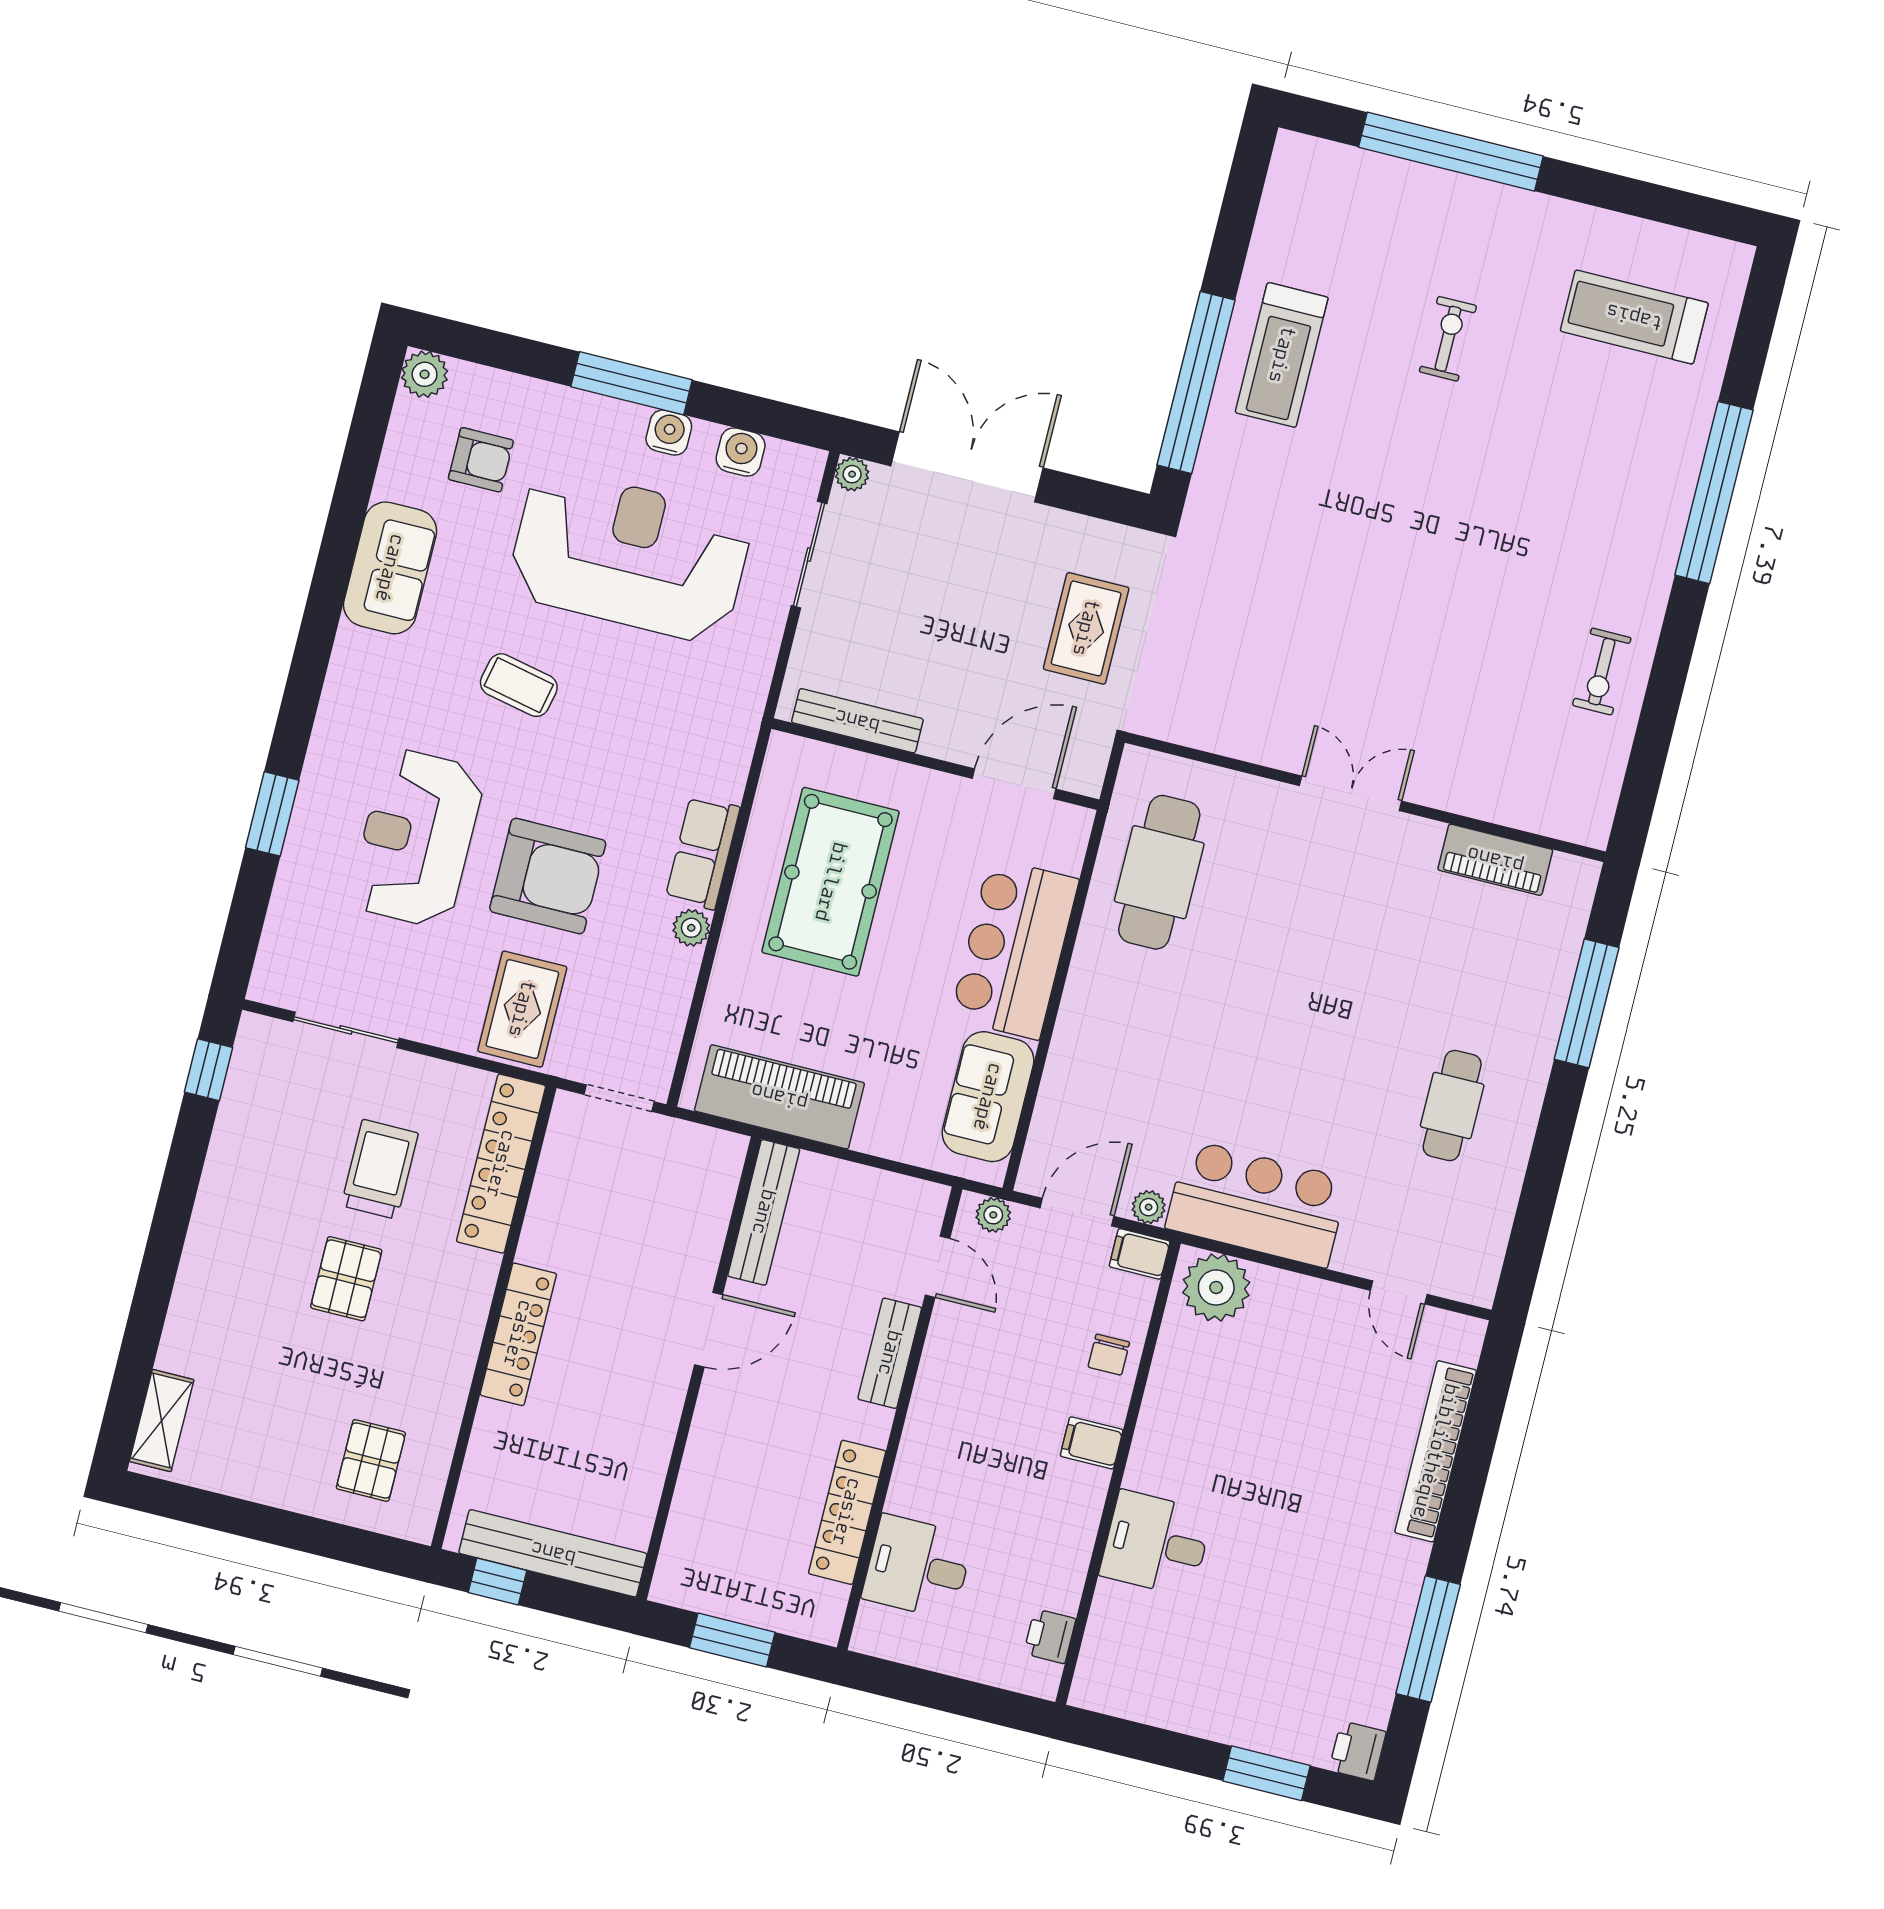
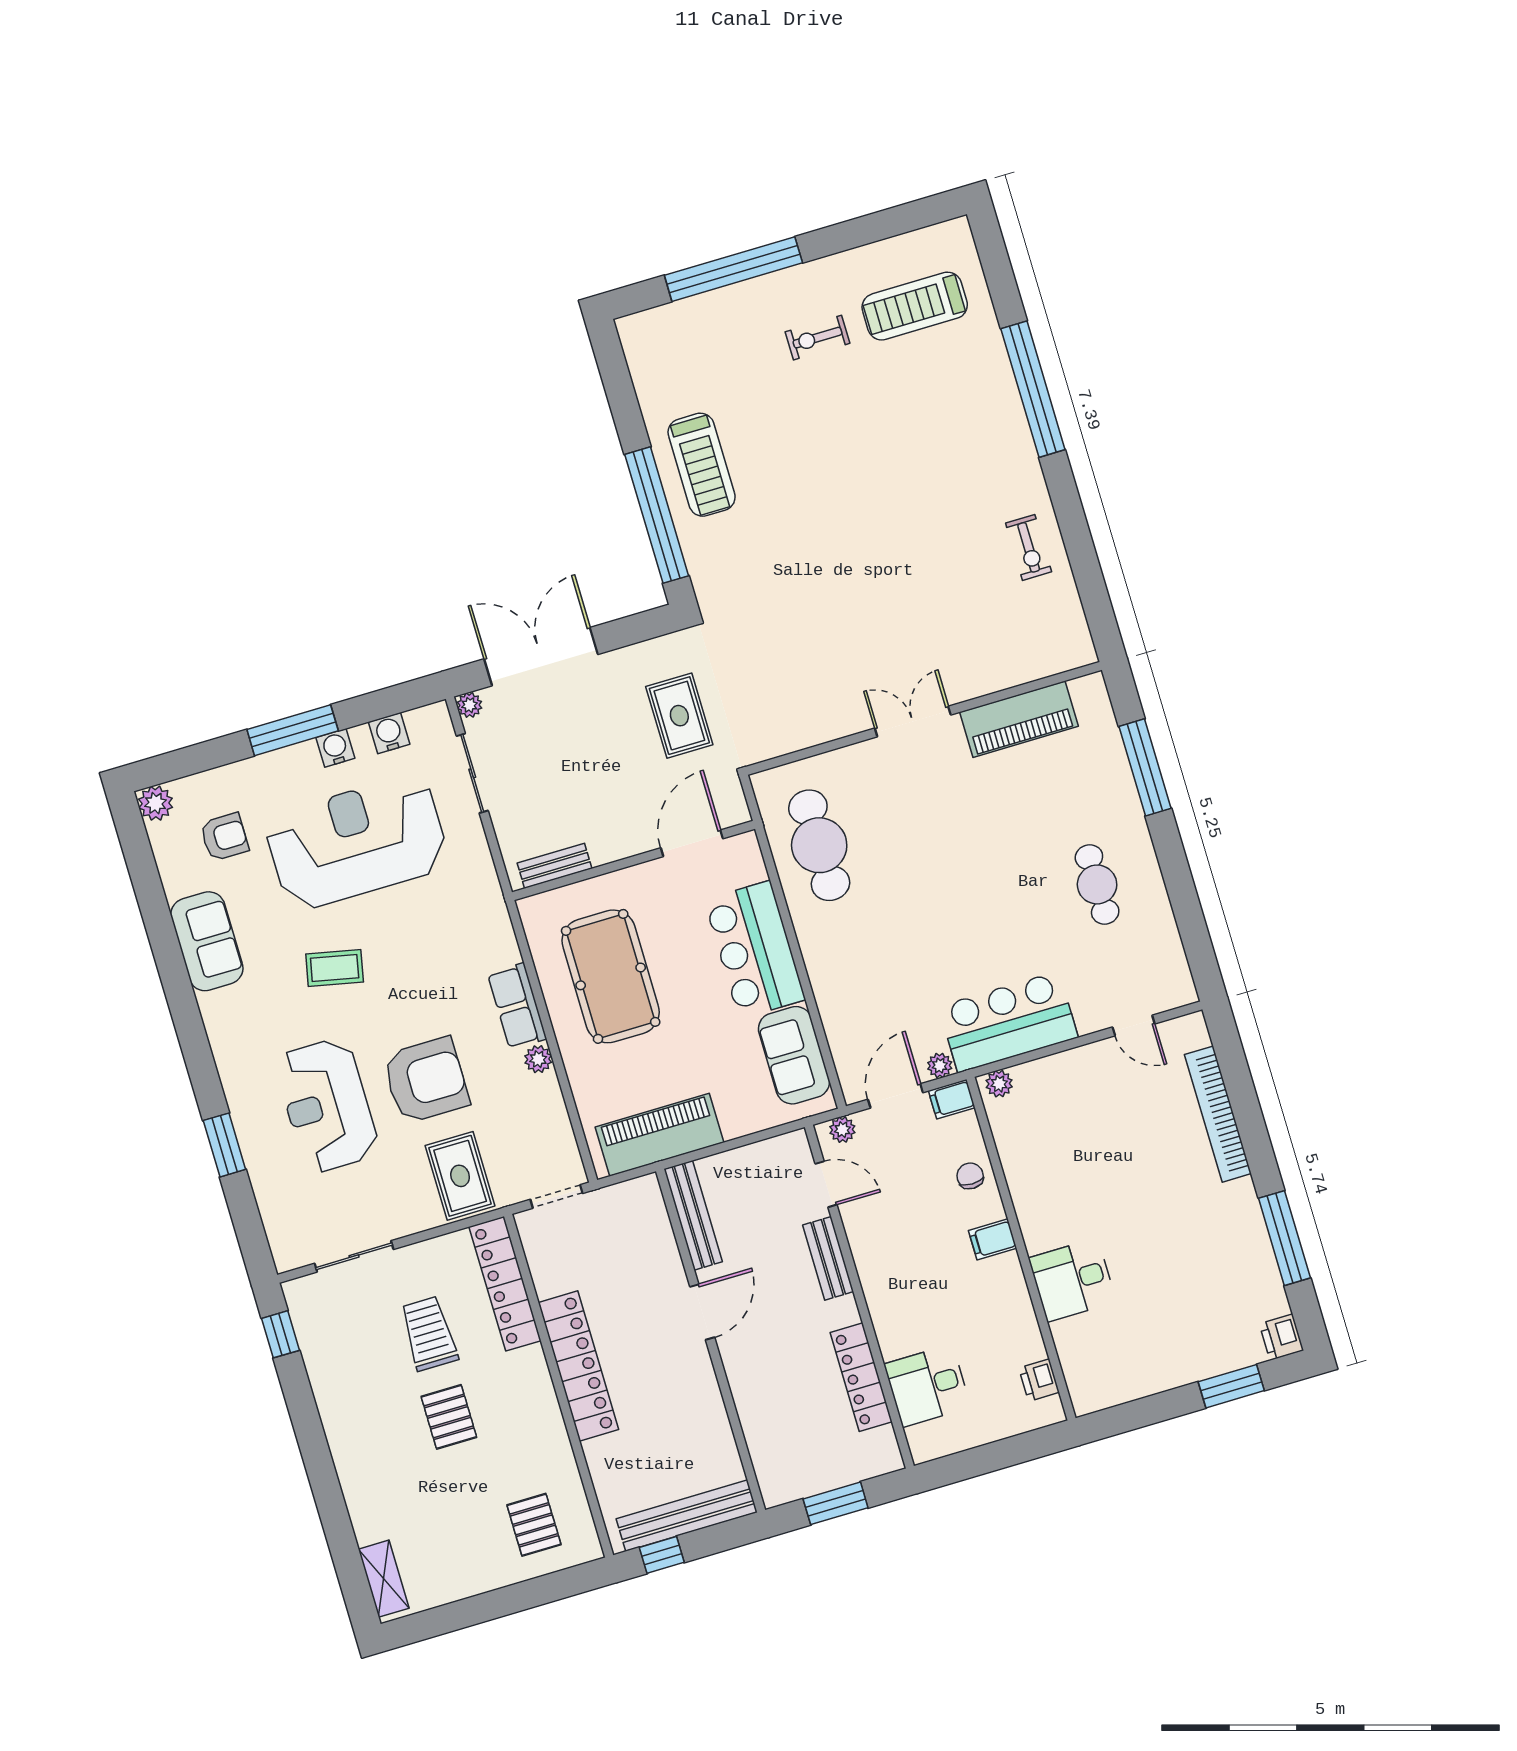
exercise bike: (1448, 339) -> (817, 338), moved, turned -90
bench: (857, 721) -> (555, 866), width x0.73
piano: (1495, 860) -> (1019, 719), width x1.37, depth x1.33
plant: (1216, 1287) -> (999, 1084), width x0.53, depth x0.53
locker: (518, 1334) -> (578, 1366), width x1.41, depth x1.21
chair: (1109, 1355) -> (970, 1176), turned 180

